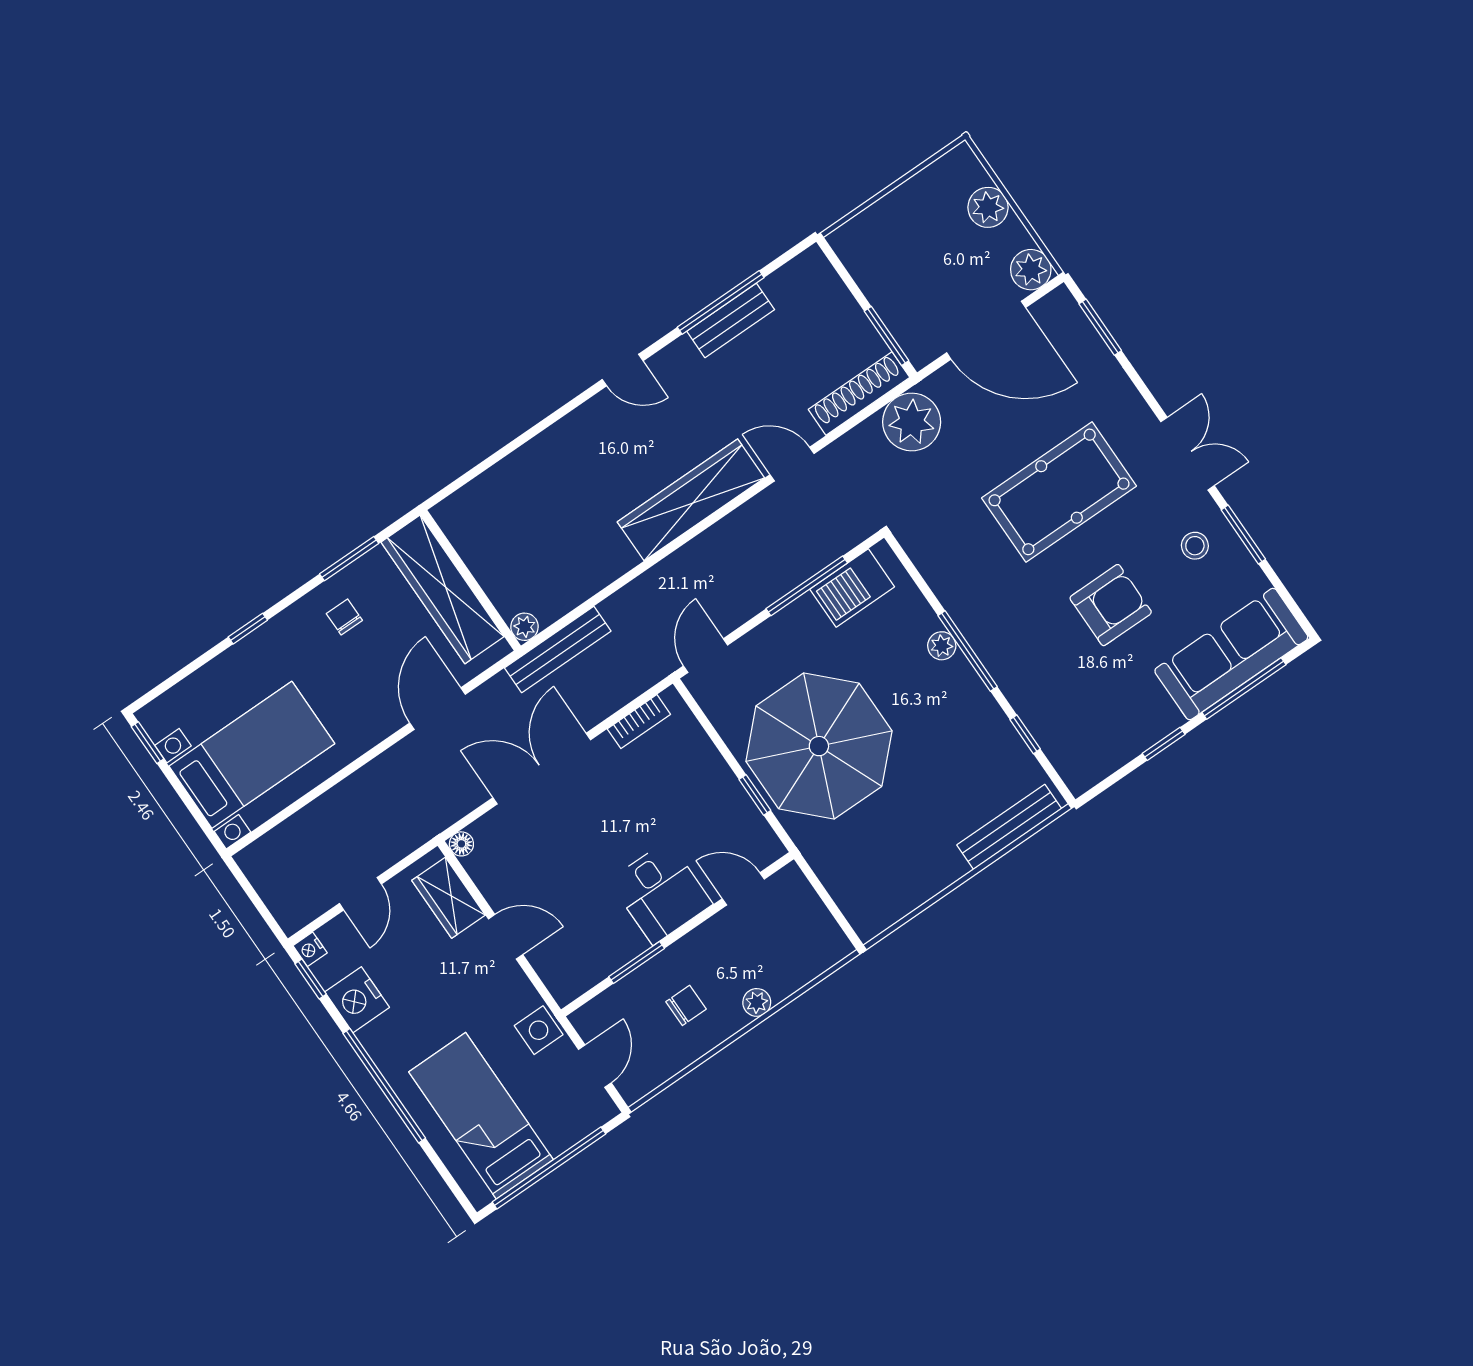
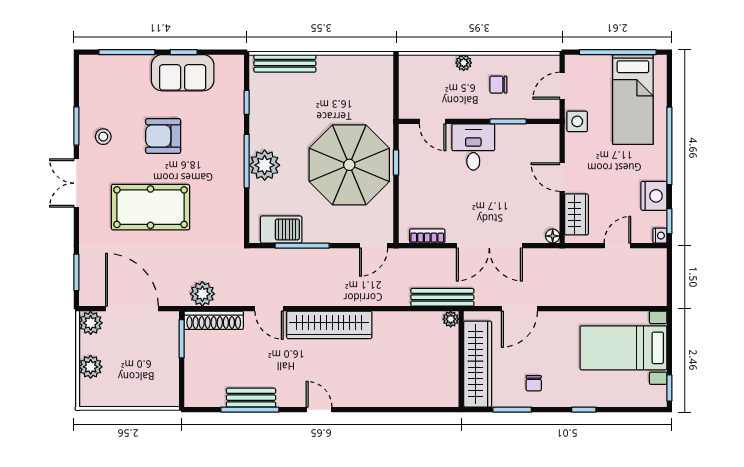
plant: (912, 422) -> (202, 294), width x0.73, depth x0.73
plant: (942, 646) -> (265, 165), width x1.88, depth x1.88
sofa: (1231, 654) -> (183, 73), moved, width x0.73

